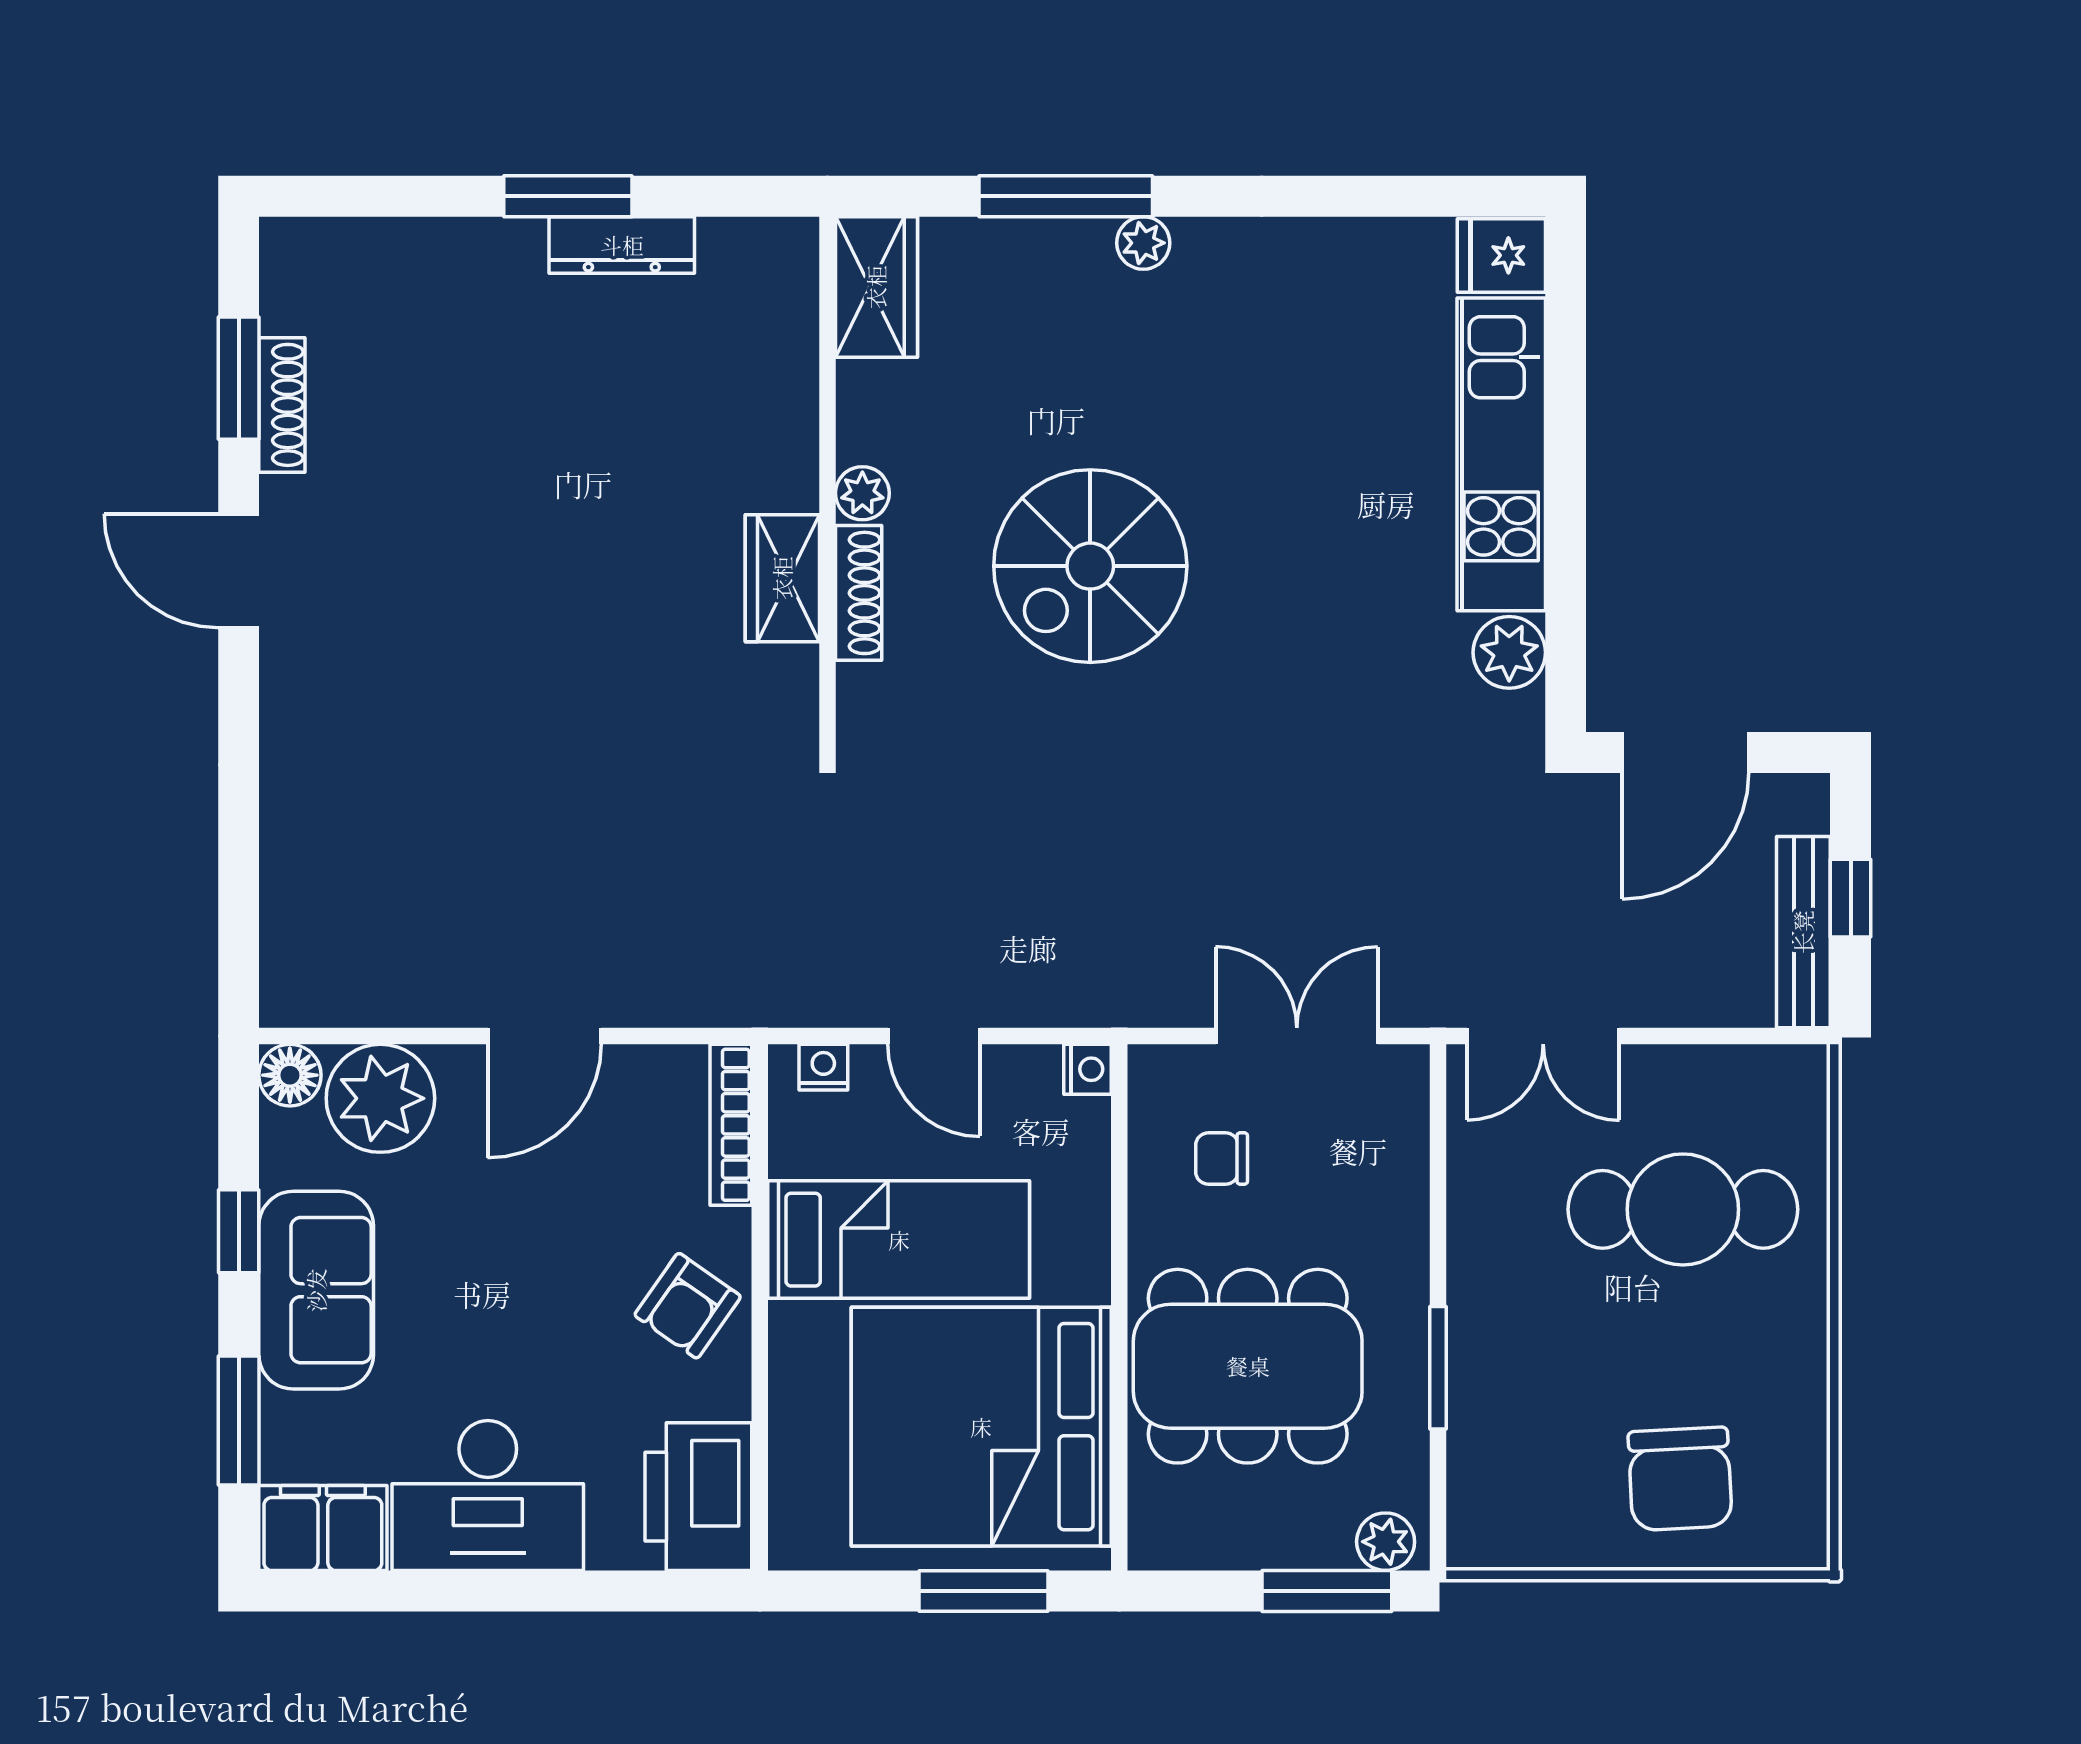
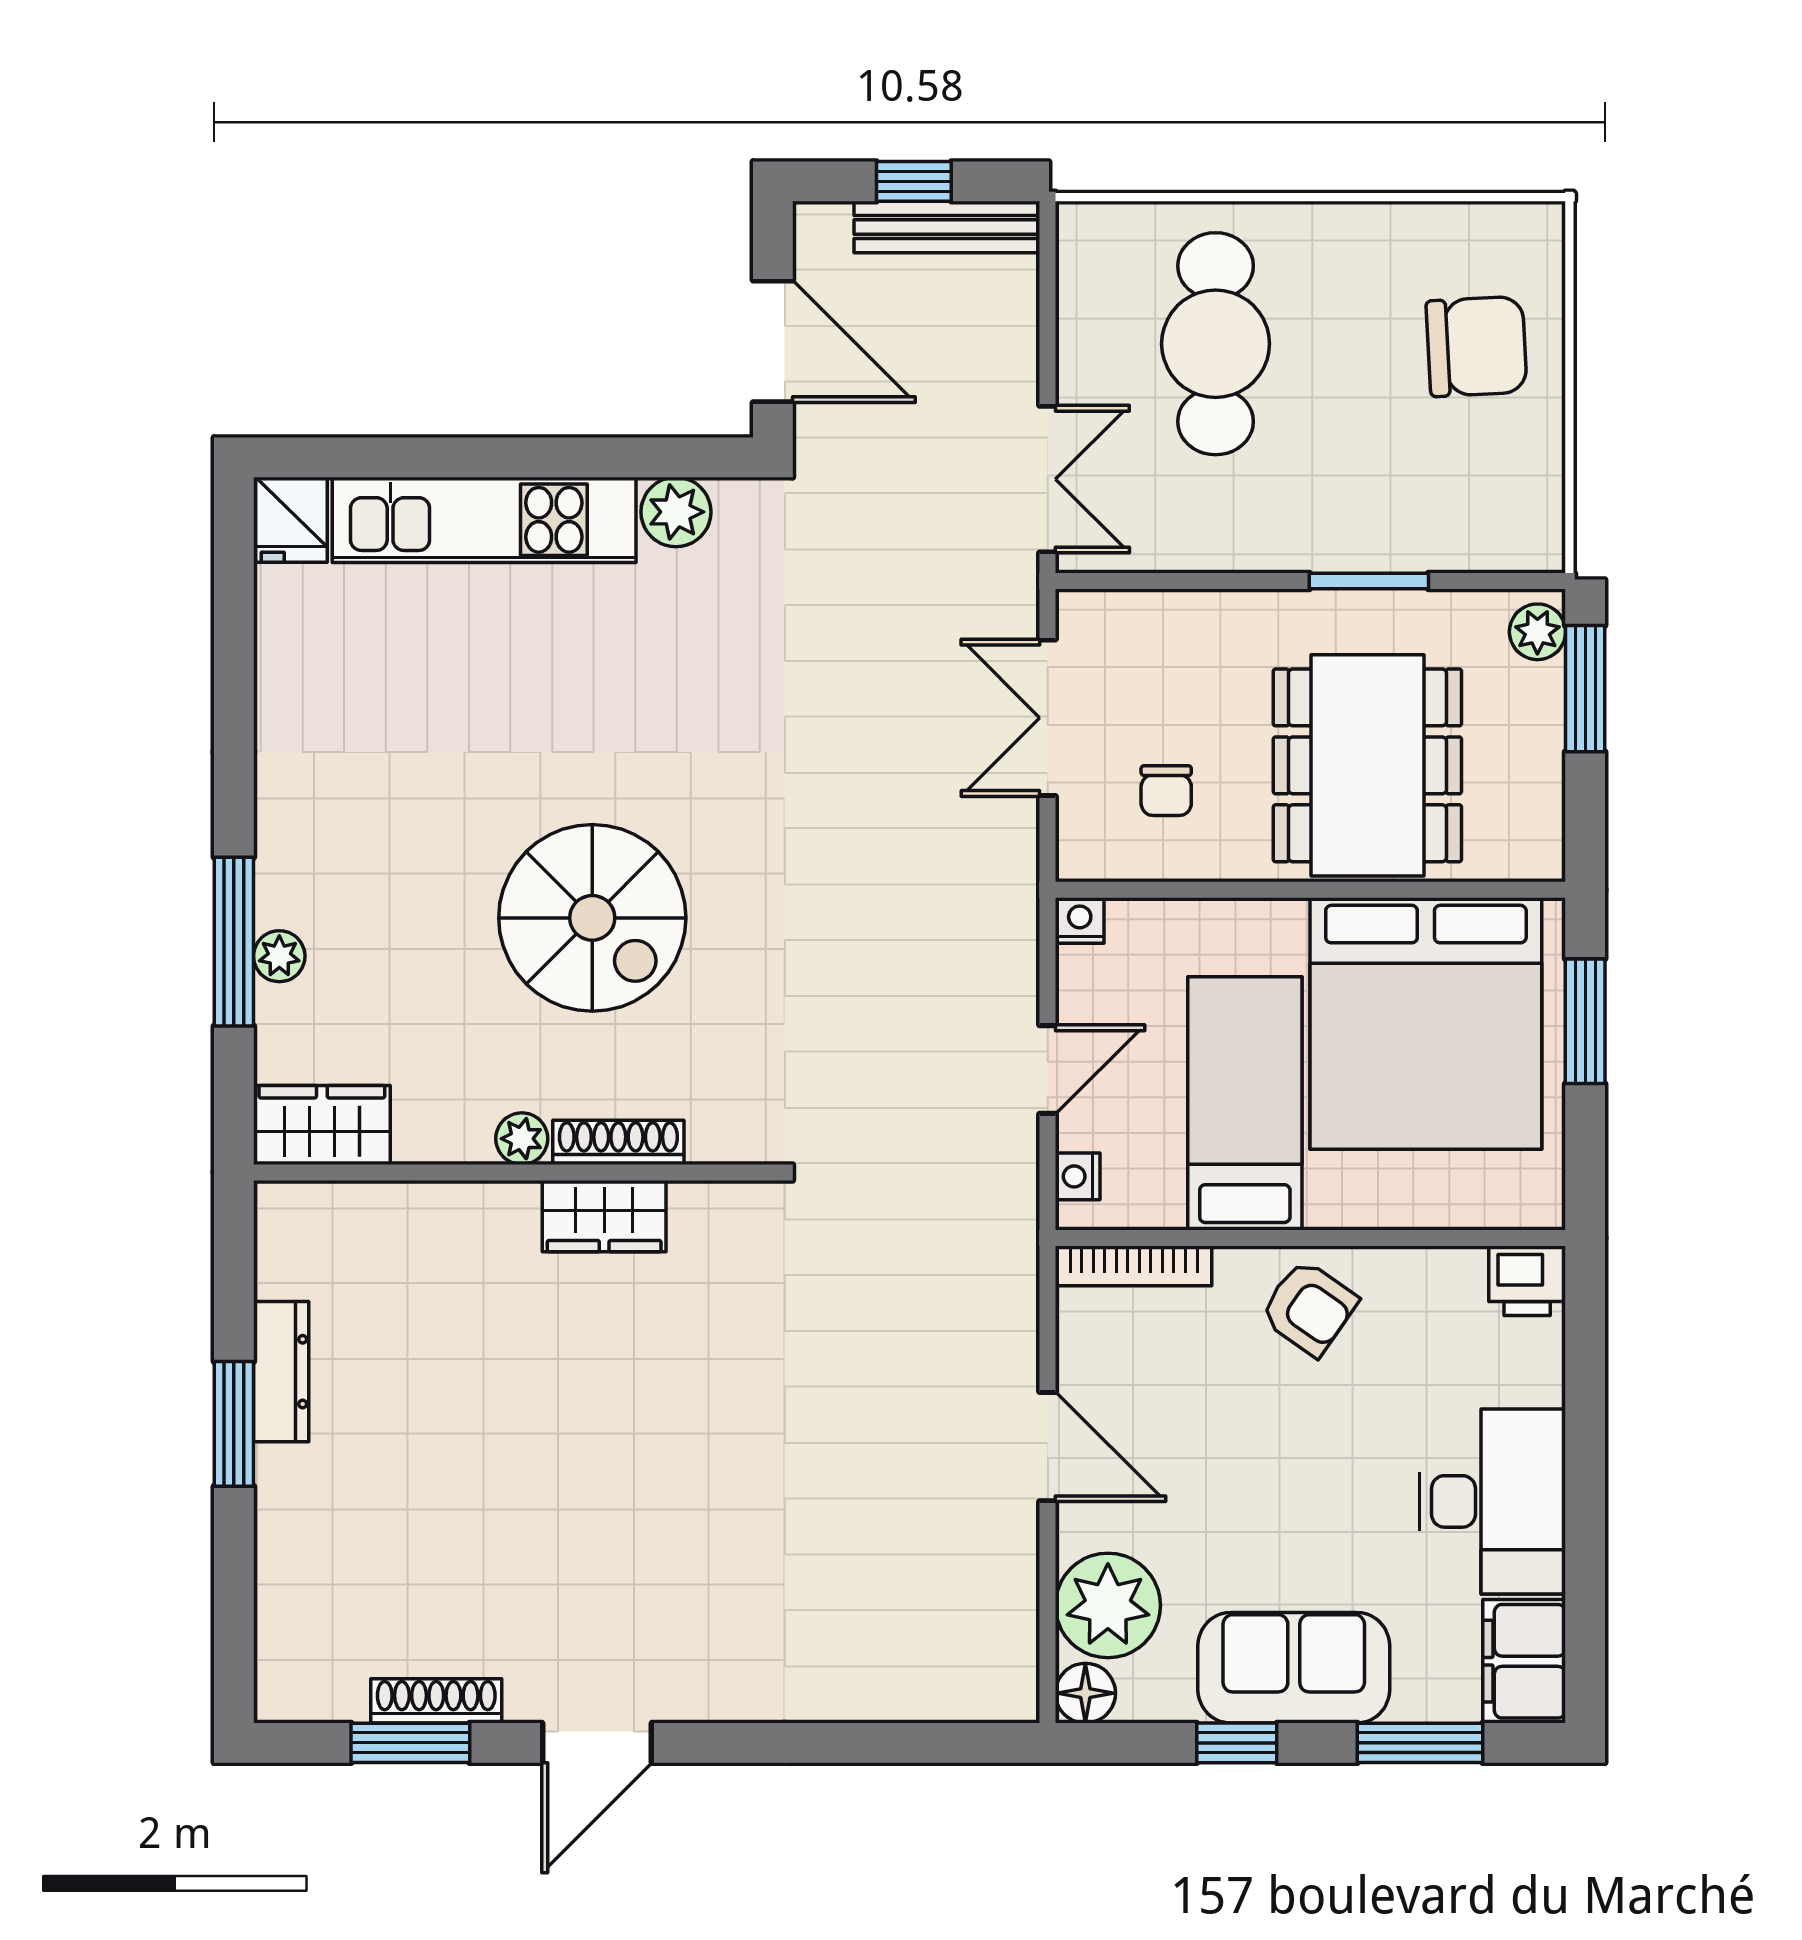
plant: (1143, 243) -> (279, 956), moved
printer: (698, 1497) -> (1527, 1281), width x0.53, depth x0.68

